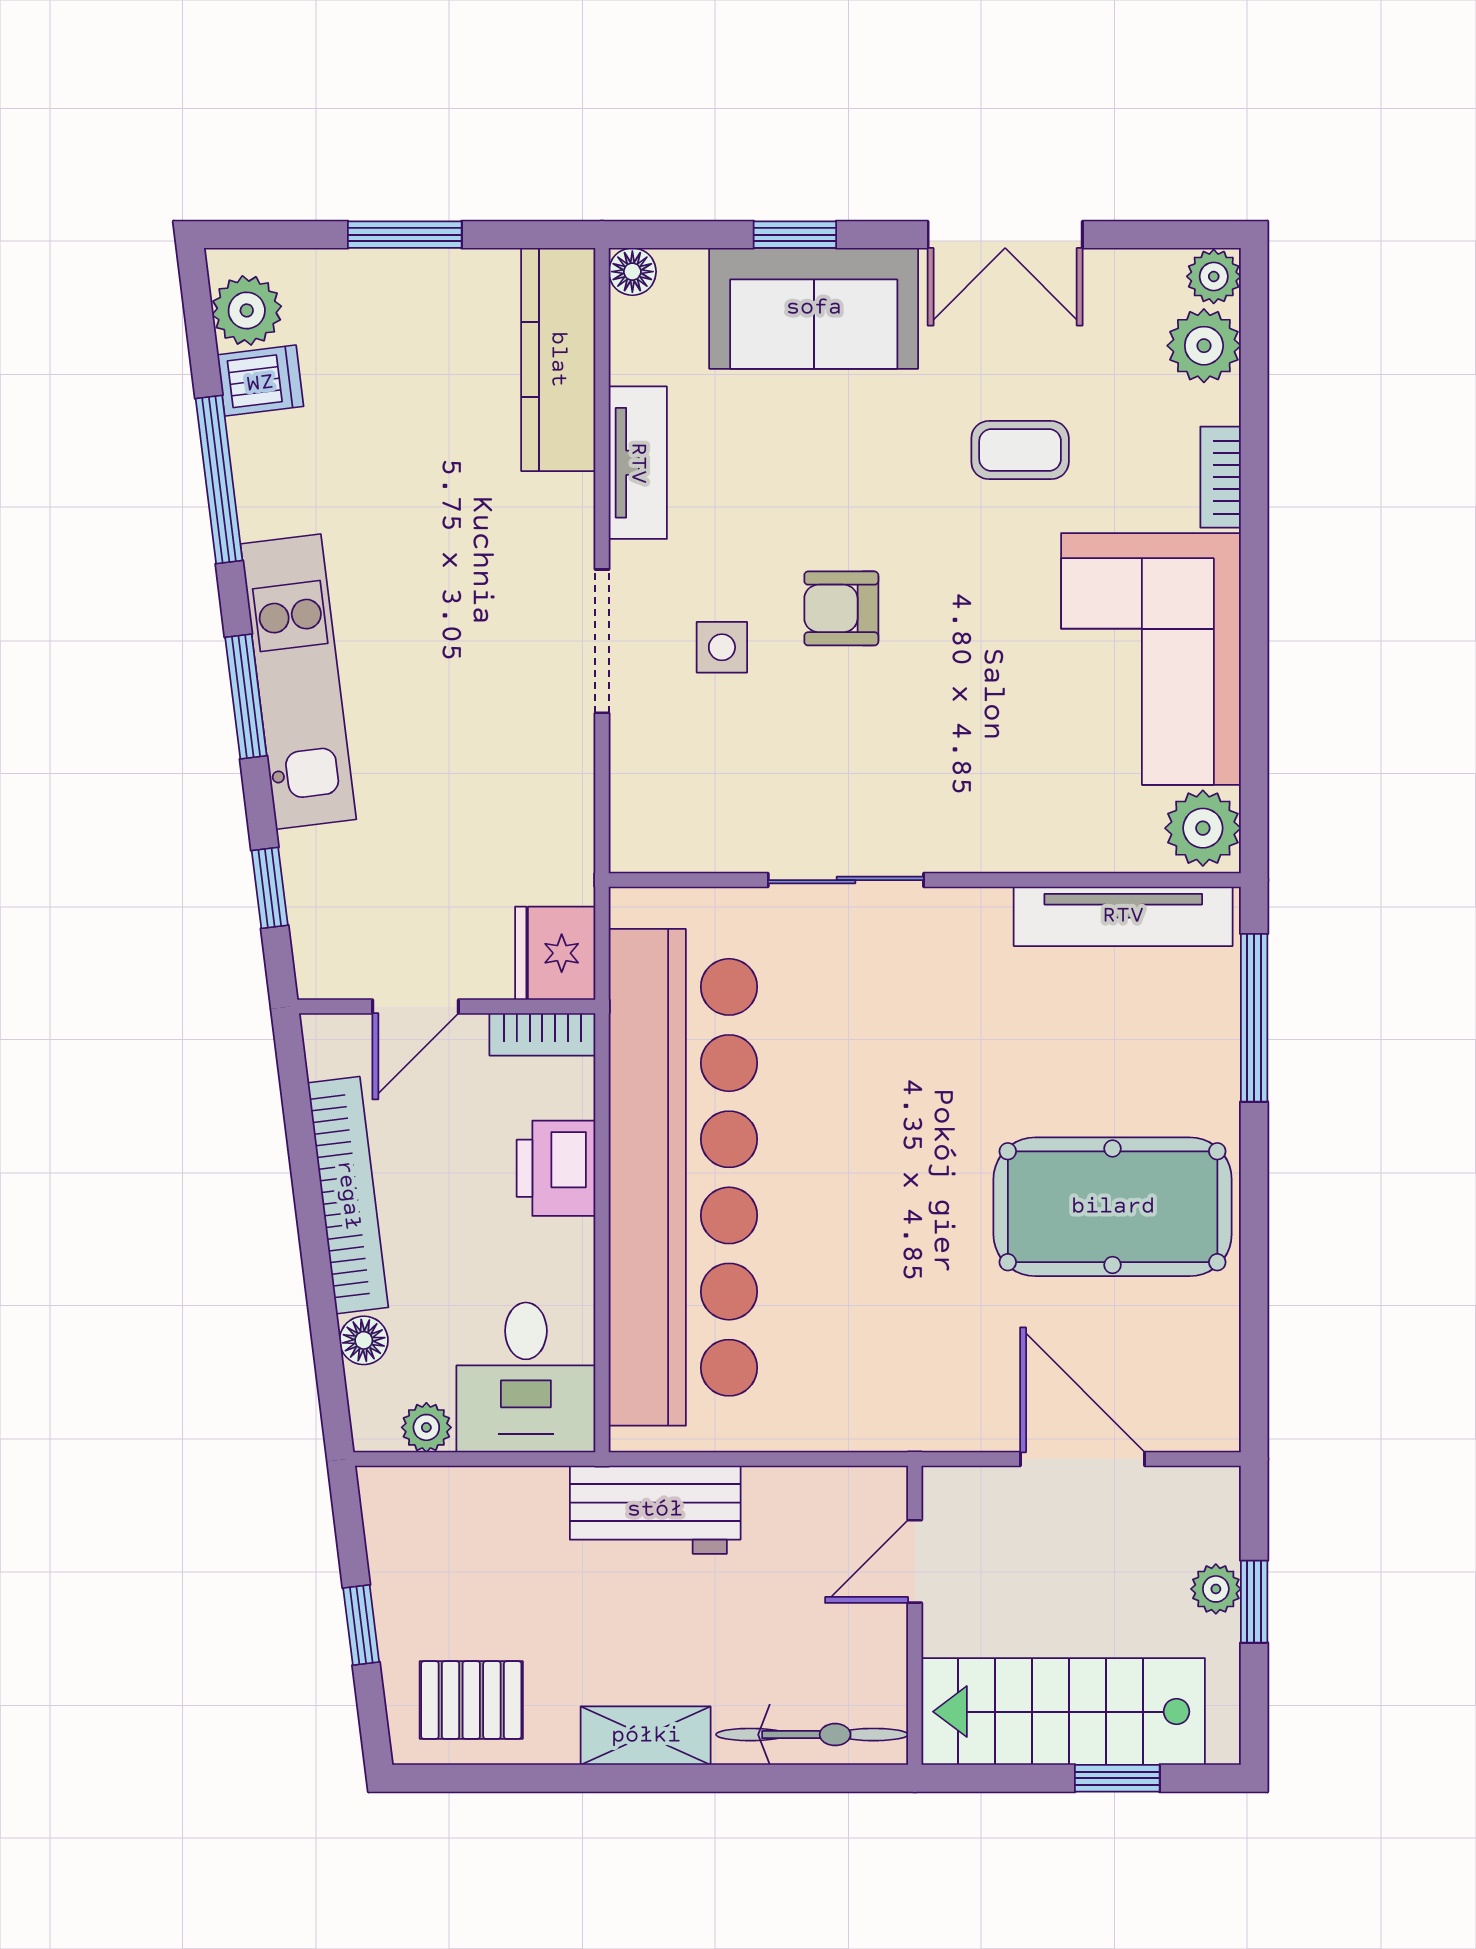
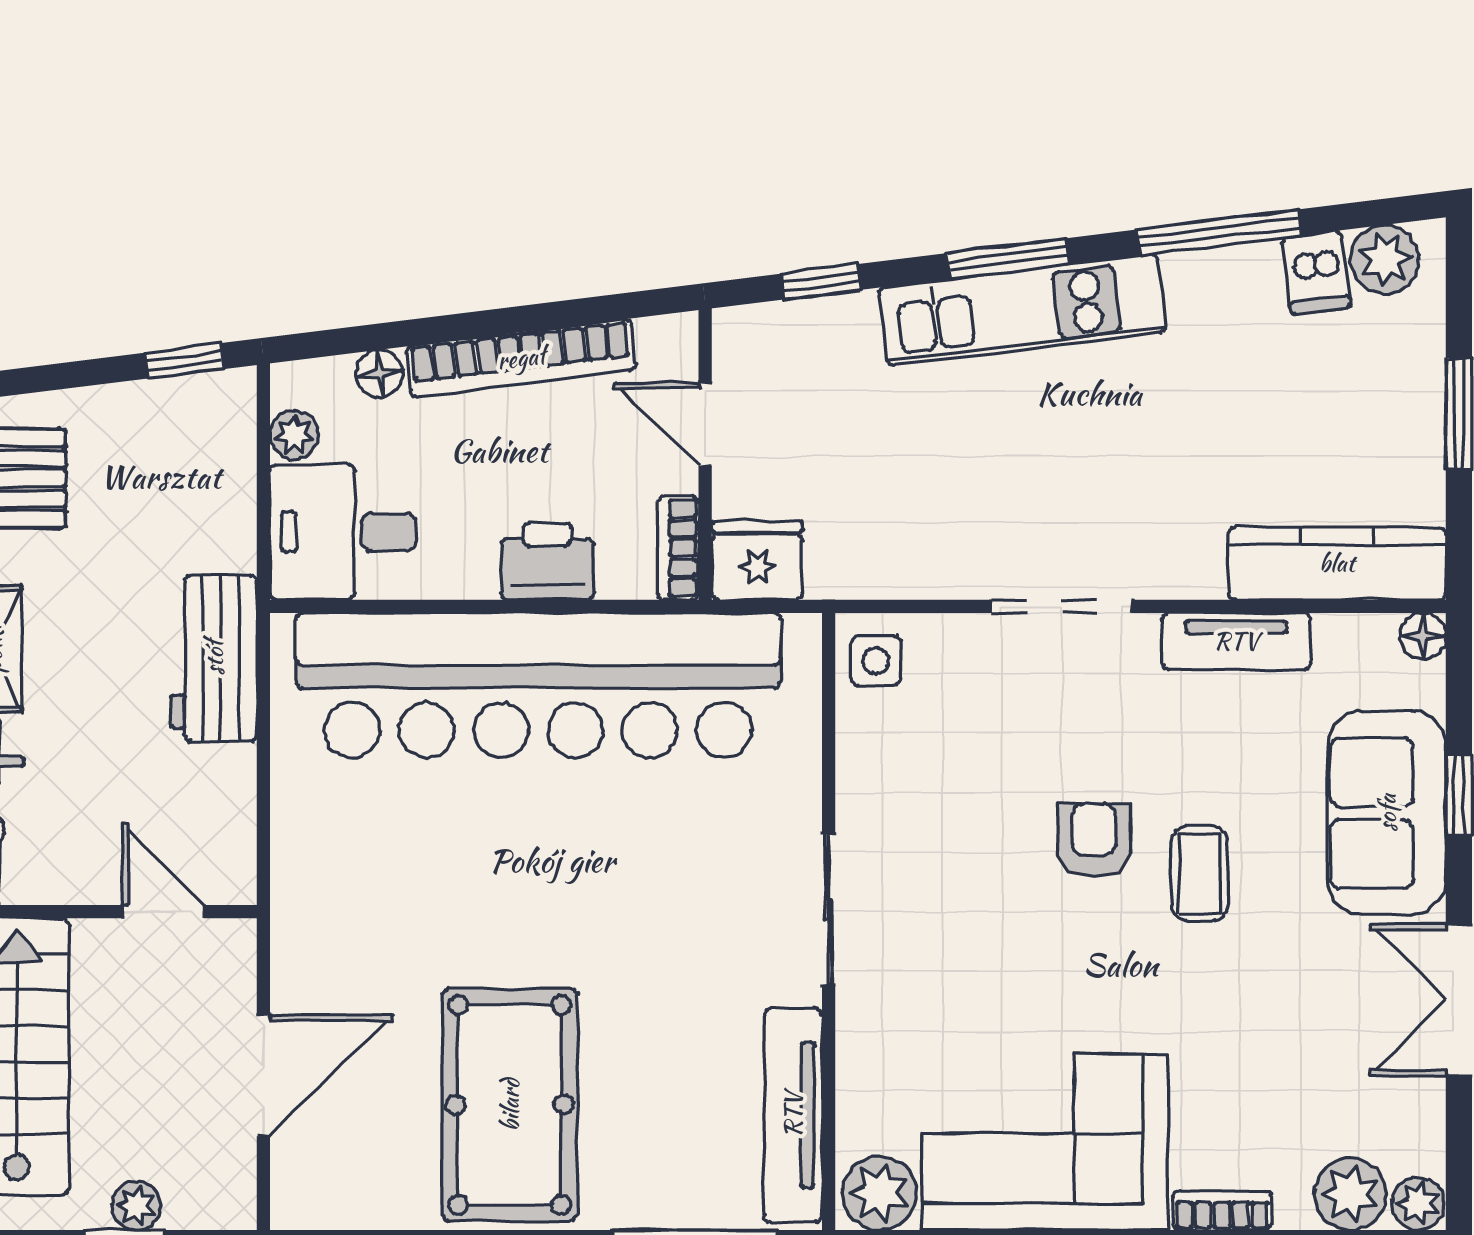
coffee table: (1020, 450) -> (1200, 874), moved
side table: (722, 647) -> (876, 661), moved
sliding door: (846, 880) -> (829, 909), moved
window: (361, 1625) -> (185, 361), moved

